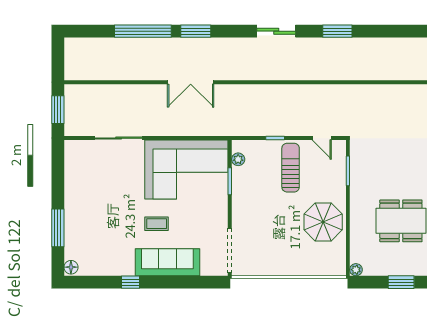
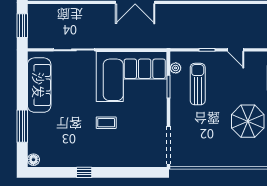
door: (322, 138) -> (236, 50), moved
sun lounger: (291, 168) -> (198, 84), moved
sofa: (167, 262) -> (39, 85), moved, turned 90

